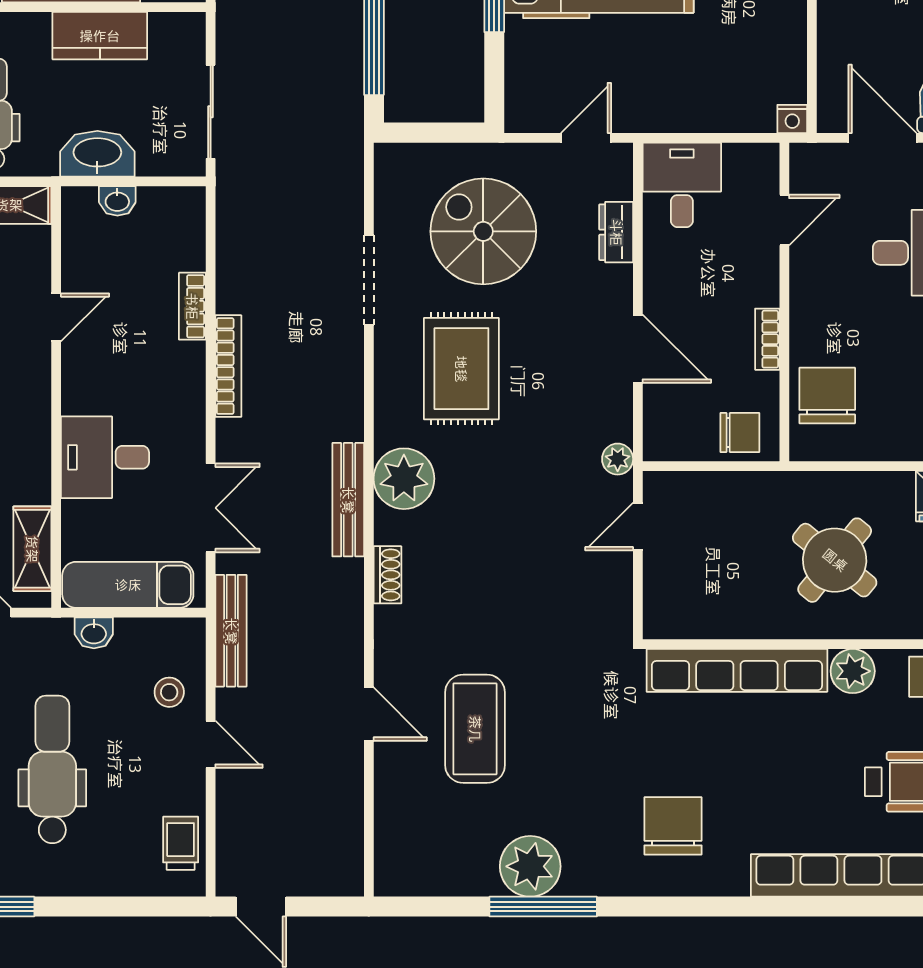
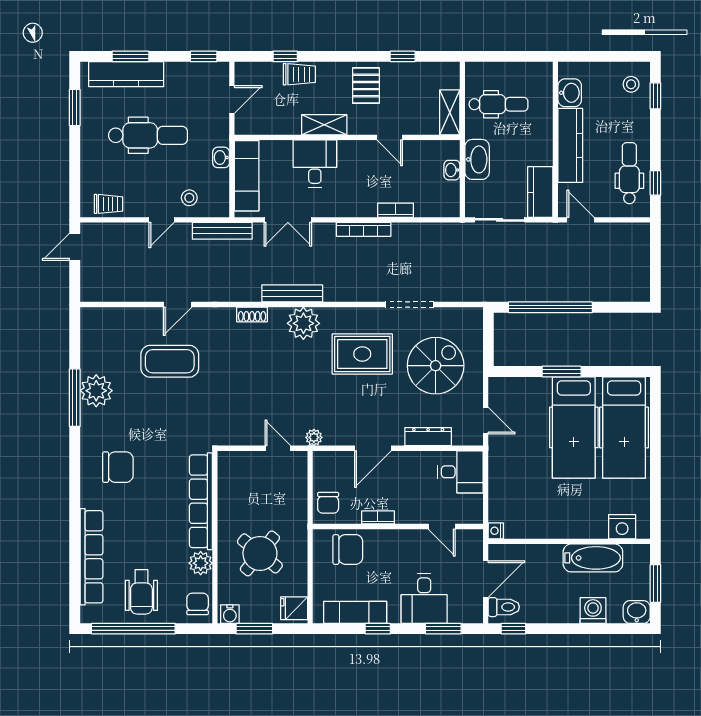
kitchen counter: (100, 36) -> (540, 192), moved
dresser: (616, 232) -> (428, 437), width x1.44
shelving: (32, 549) -> (324, 125), moved

